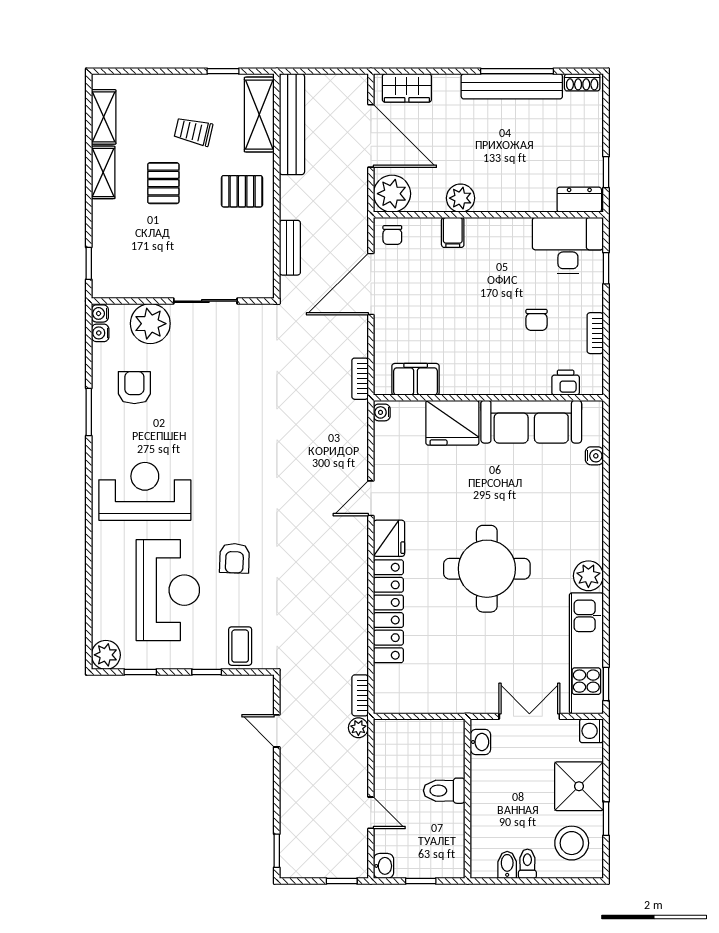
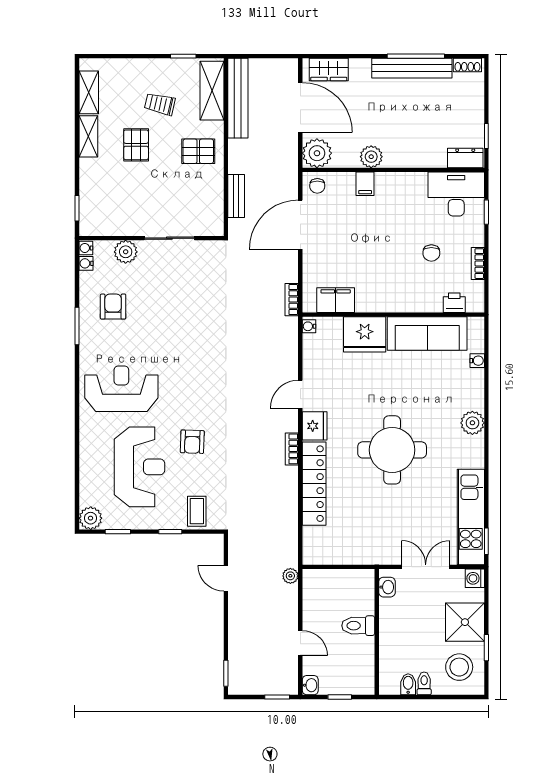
plant: (150, 324) -> (126, 252), width x0.73, depth x0.73
plant: (588, 576) -> (472, 423), moved
bookcase: (360, 695) -> (292, 449), moved

